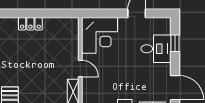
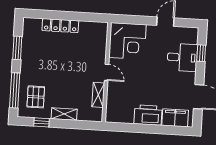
locker: (30, 24) -> (60, 26), width x1.53

